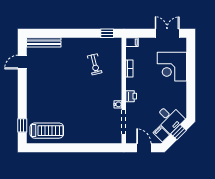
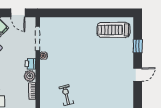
door: (22, 62) -> (138, 75), moved
plant: (132, 84) -> (30, 76), added
window: (22, 125) -> (138, 46), moved

